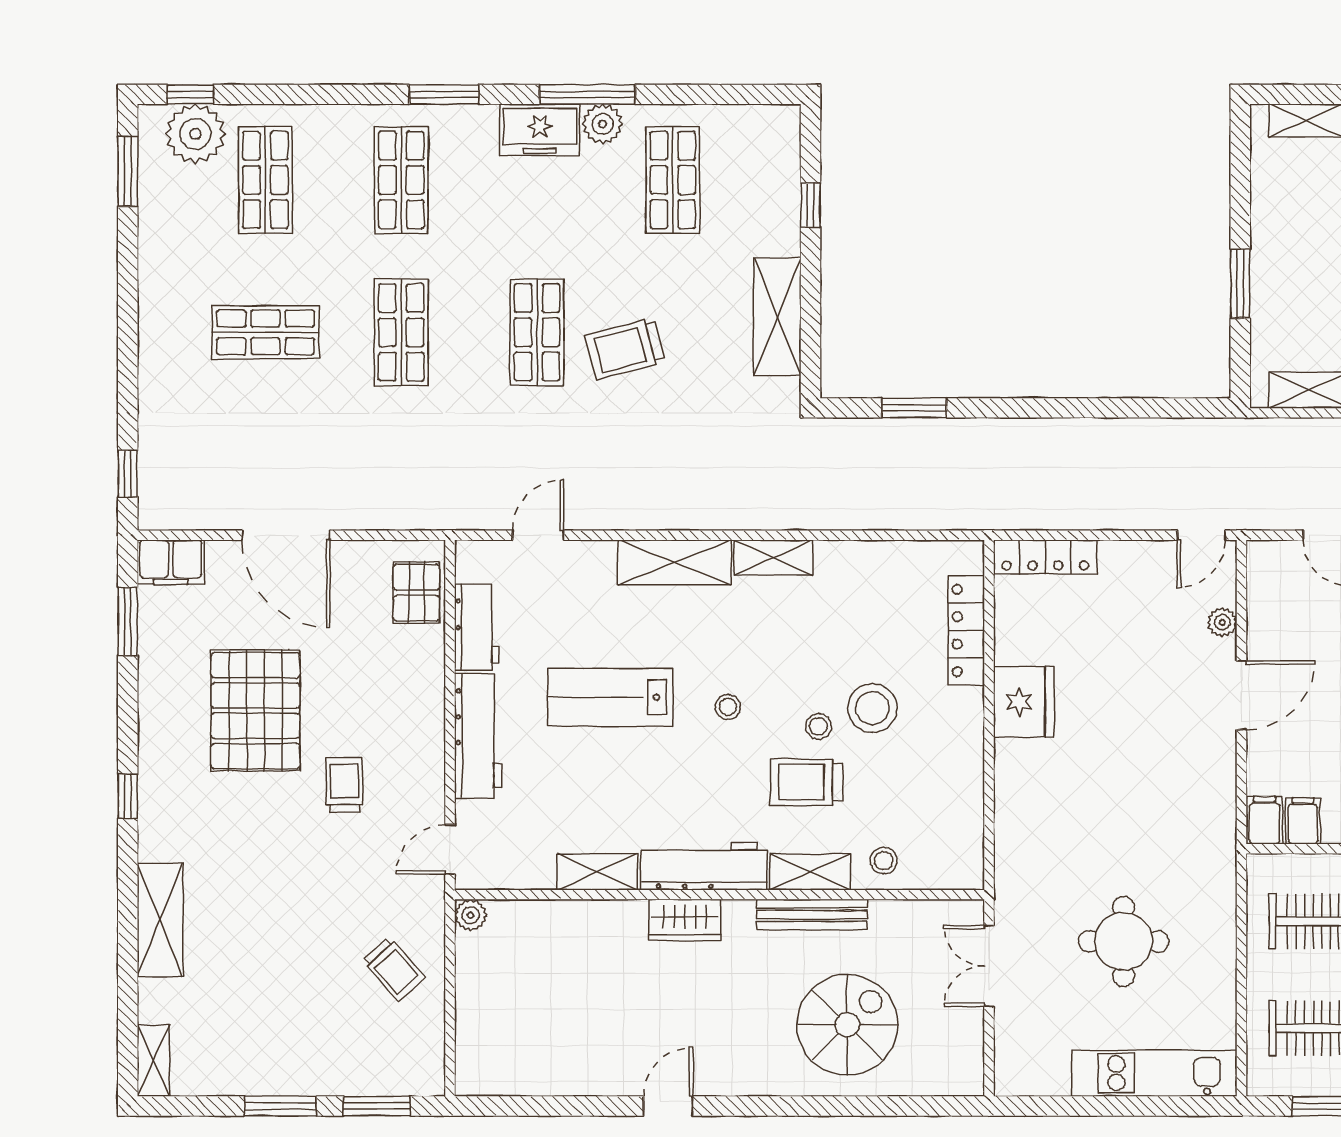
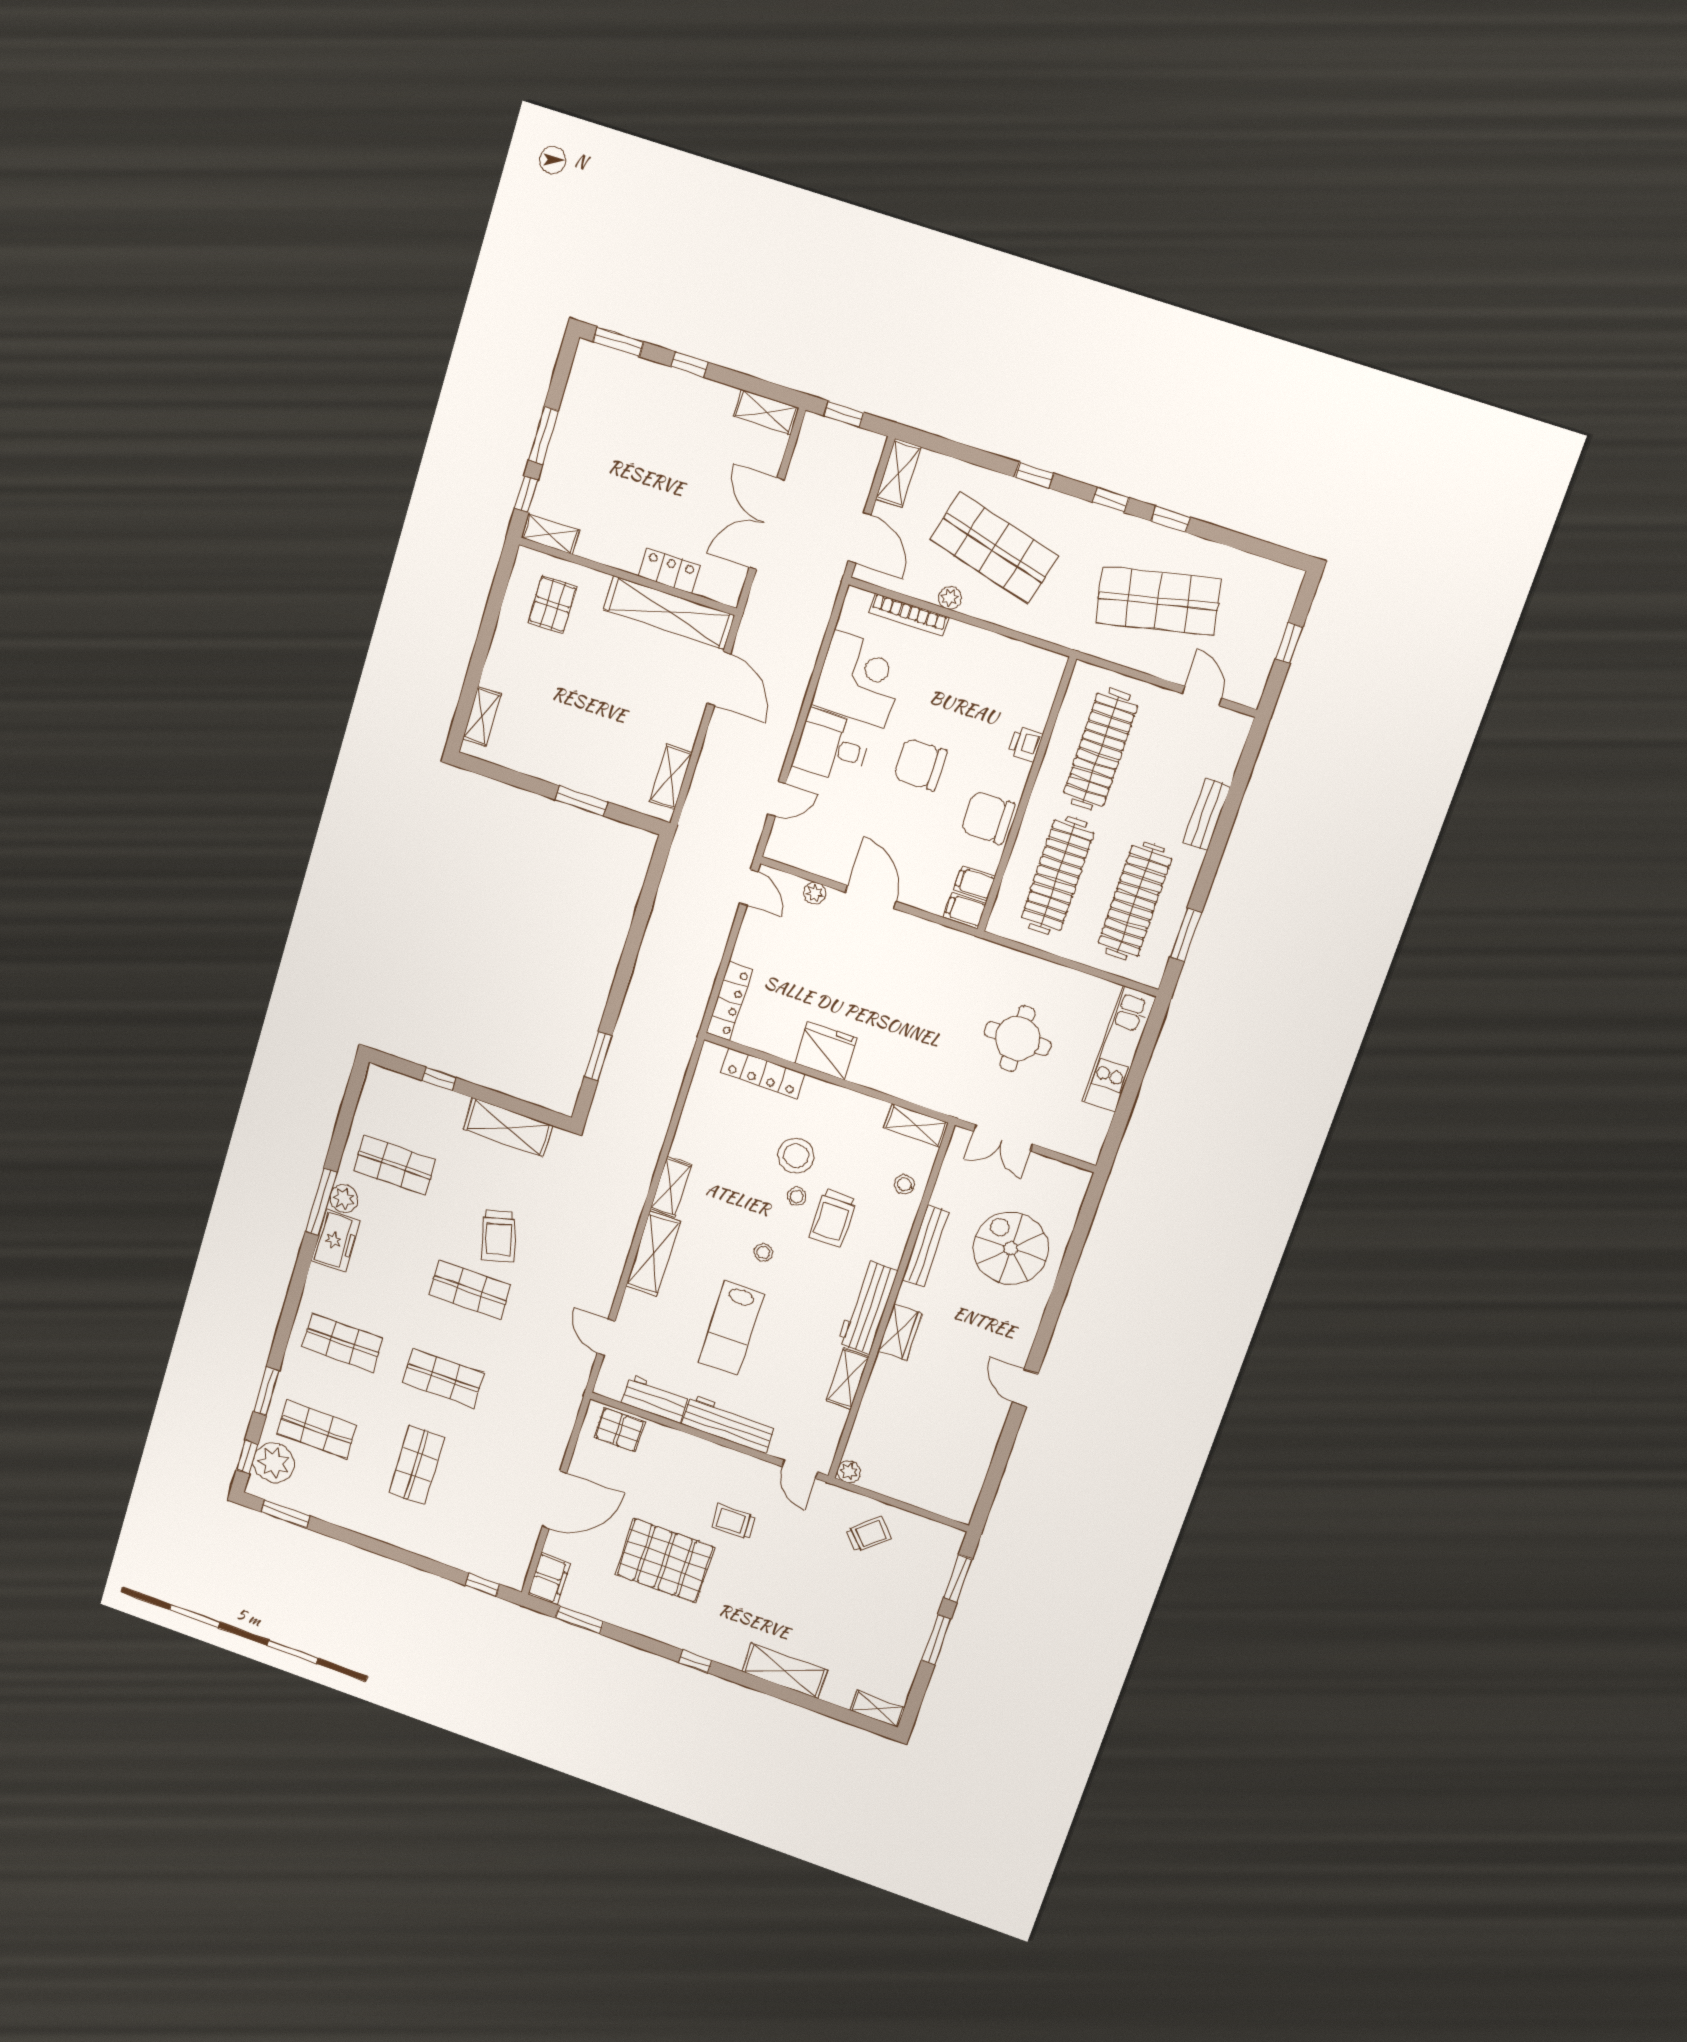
window: (444, 94) -> (266, 1391), moved
shelving: (810, 872) -> (916, 1125), moved, turned 90

